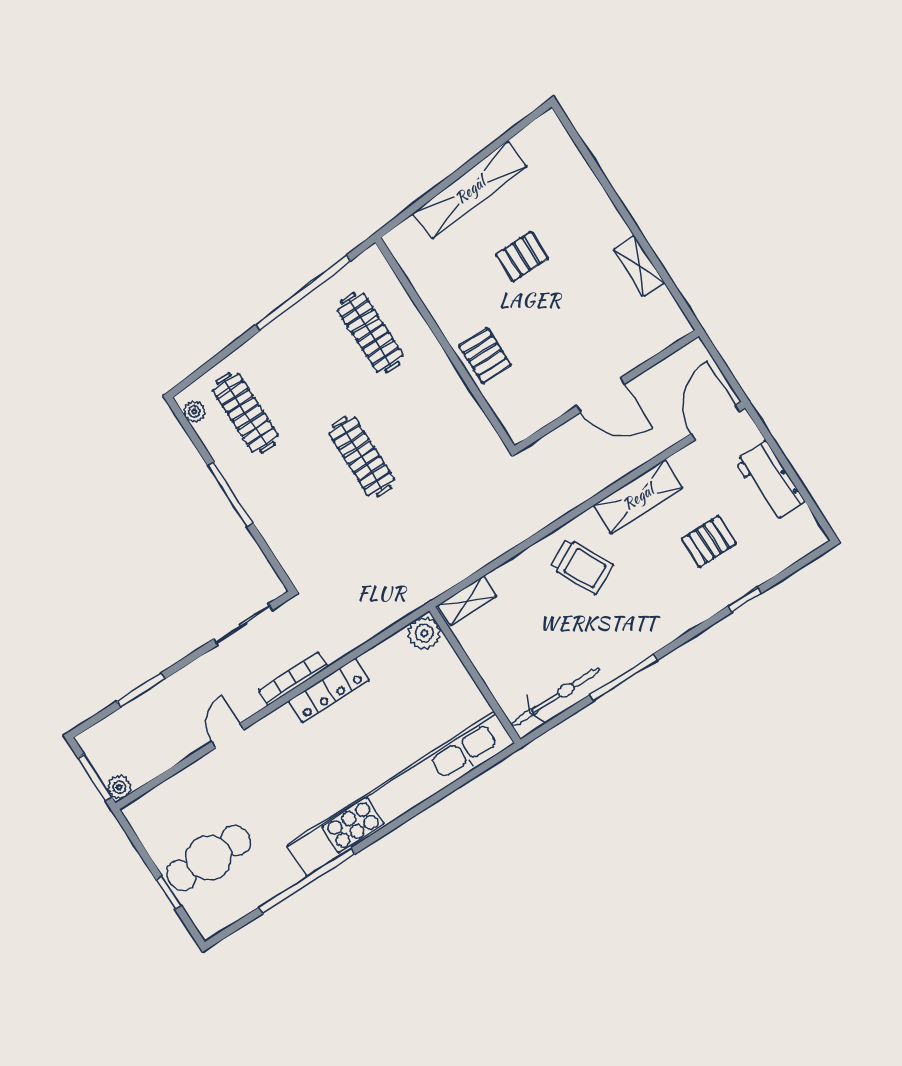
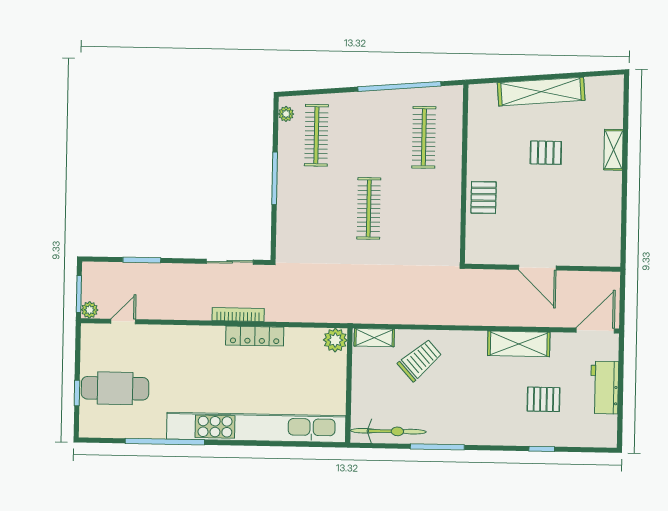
shelving: (639, 266) -> (613, 150), moved
trolley: (582, 566) -> (420, 360), moved, turned -105
door: (228, 736) -> (123, 321), moved

